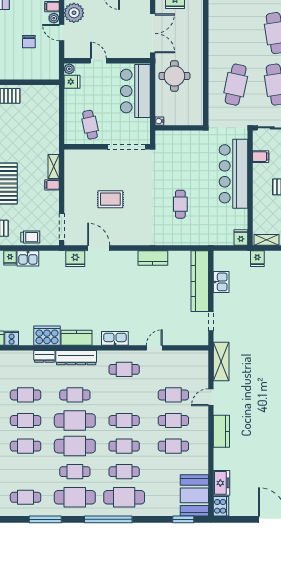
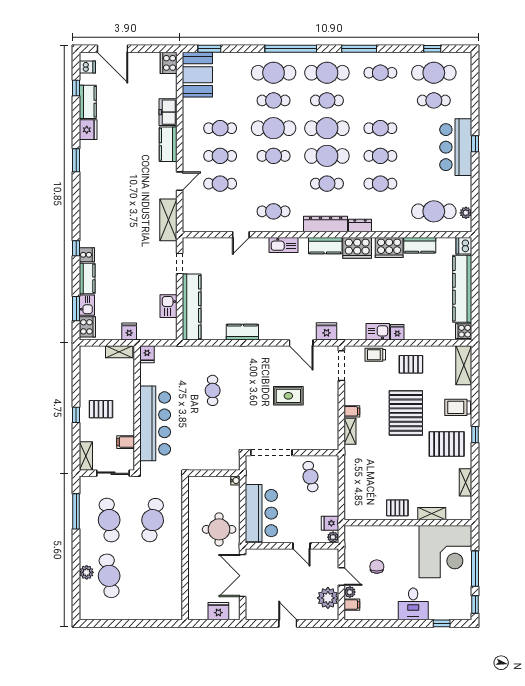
cooker: (12, 338) -> (389, 247), width x1.87, depth x1.31
cafe table: (124, 446) -> (274, 128), width x1.37, depth x1.35
freezer: (221, 483) -> (168, 112), moved

